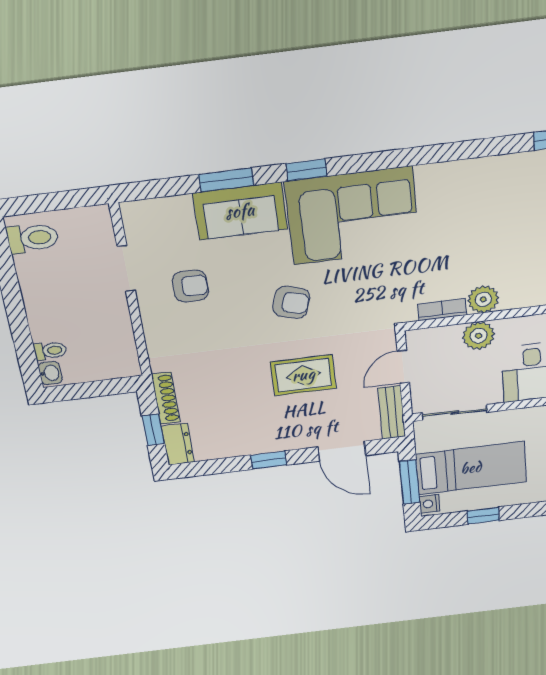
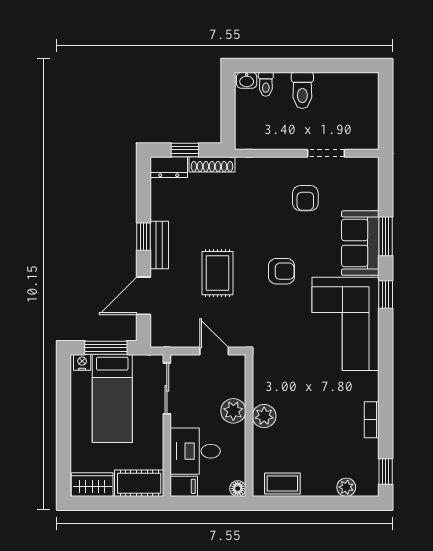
toilet: (33, 238) -> (302, 90), moved
armchair: (291, 302) -> (281, 271), turned -107
bookcase: (442, 310) -> (372, 420), moved, turned 180
bench: (392, 412) -> (159, 245), moved, turned 90
window: (483, 516) -> (64, 406), removed

